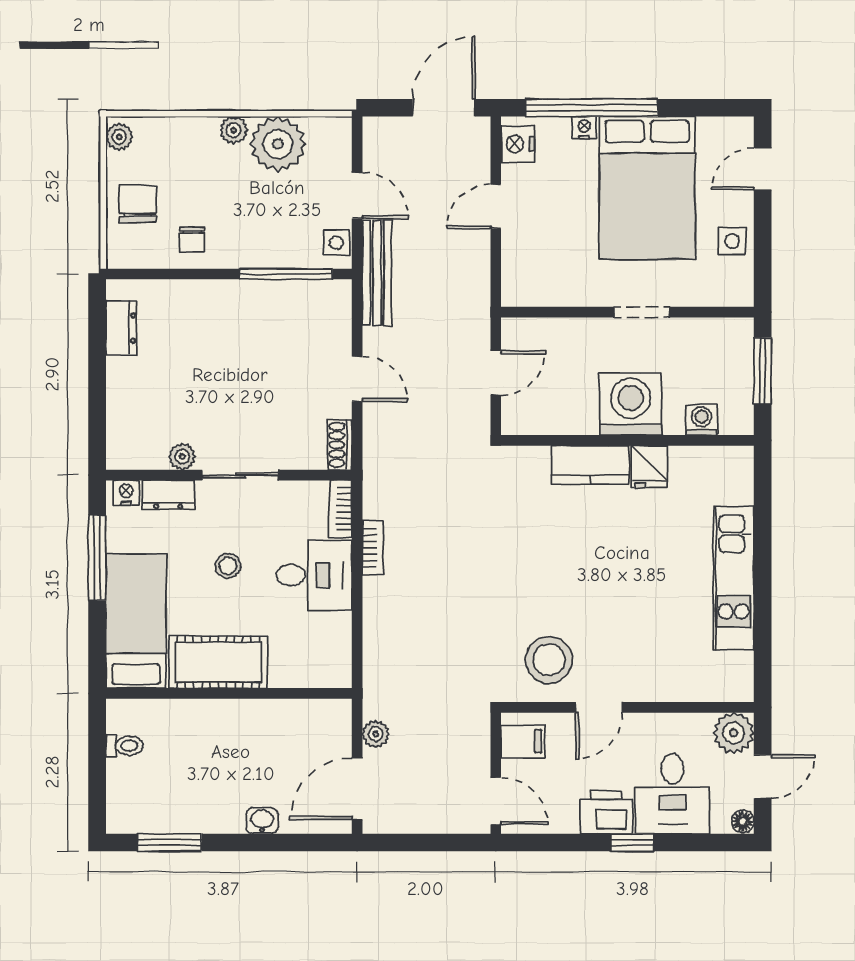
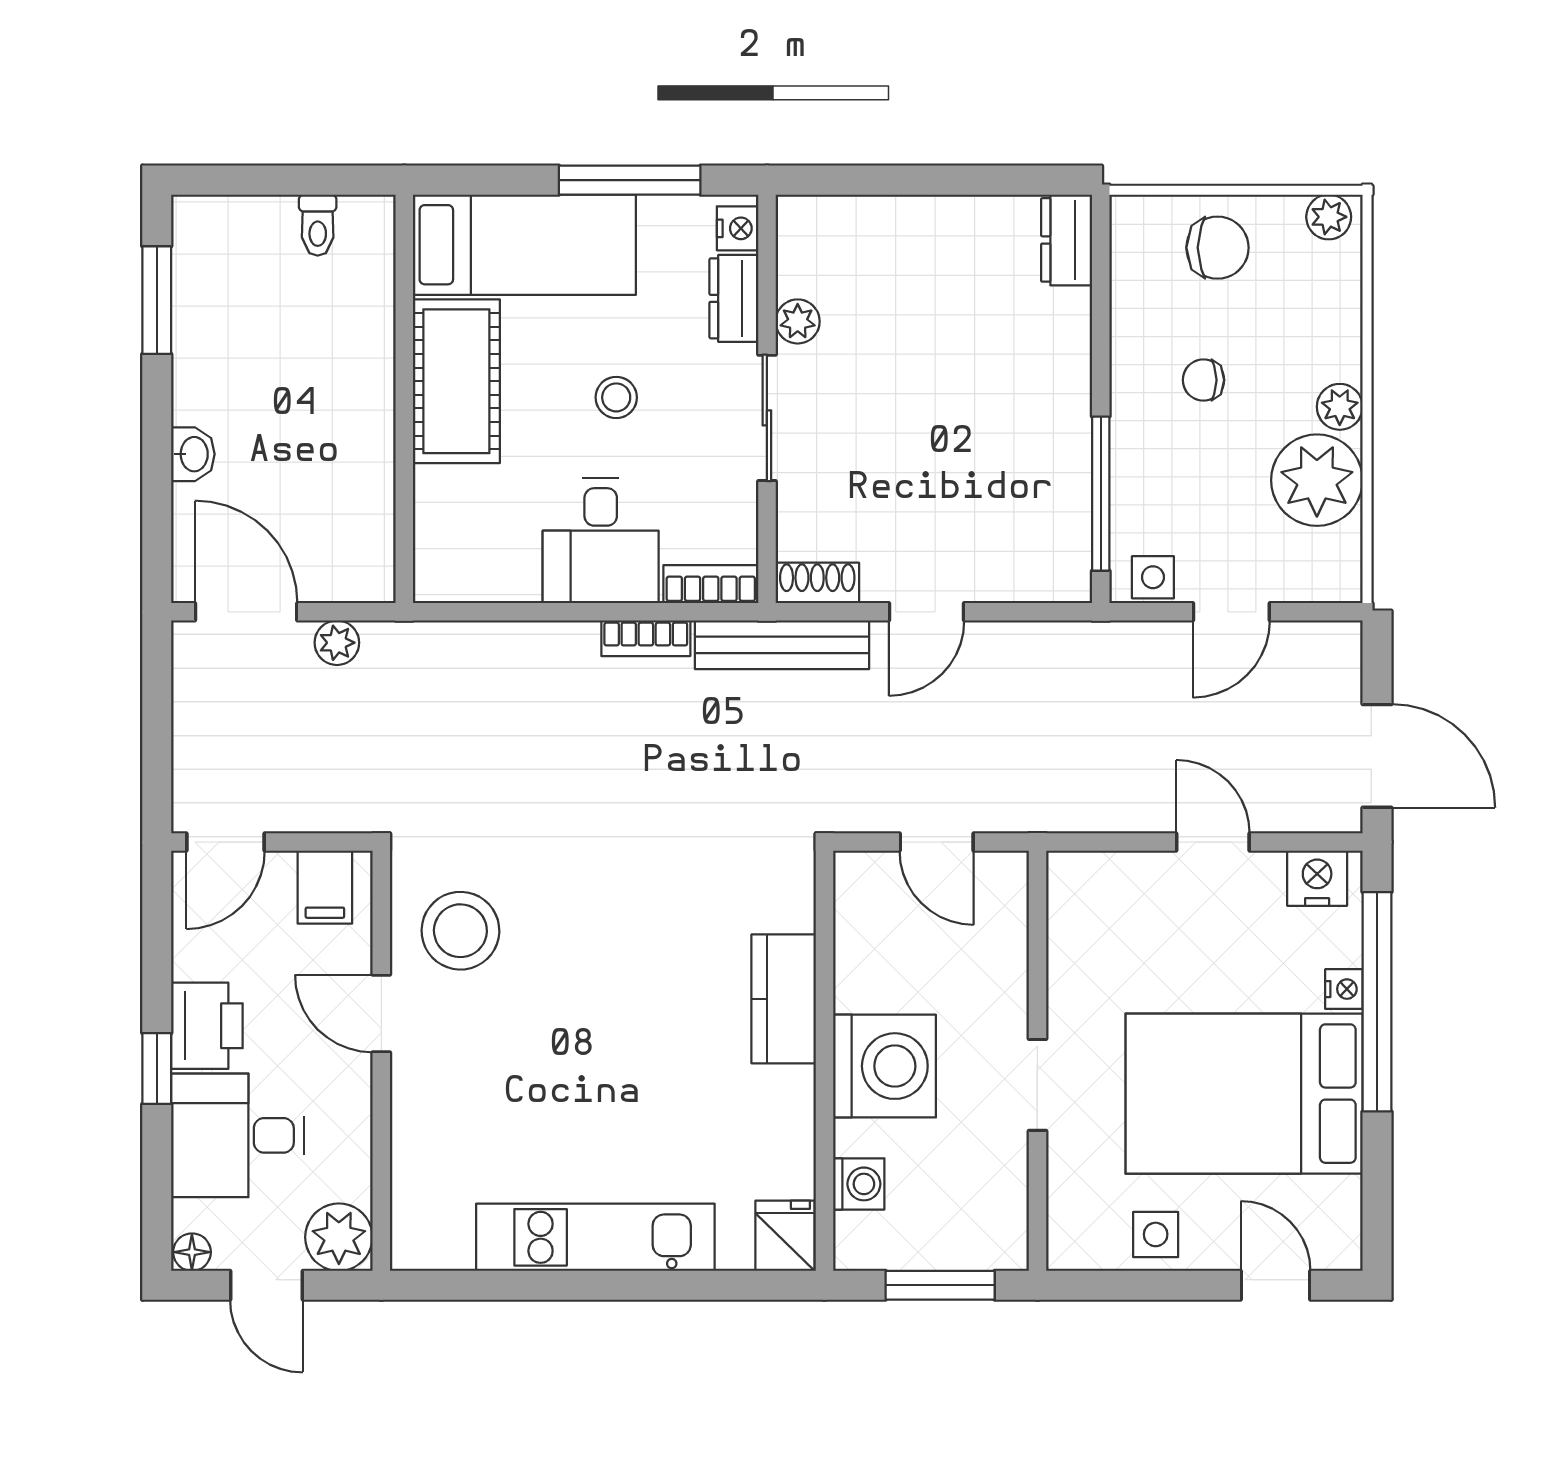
chair: (192, 240) -> (1203, 380), moved
bench: (377, 273) -> (782, 645), moved
dresser: (121, 328) -> (1067, 240), moved, turned 90
fridge: (649, 467) -> (785, 1236), moved, turned 90

